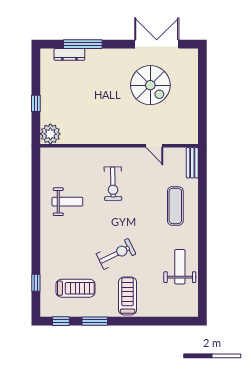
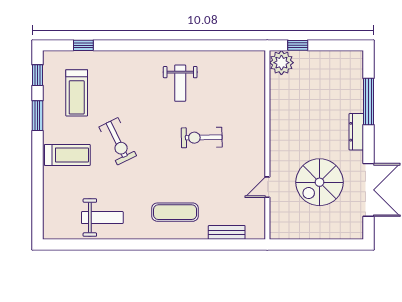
dresser: (69, 54) -> (356, 132), moved
plant: (50, 134) -> (281, 63), moved
wall: (119, 146) -> (267, 145), moved
door: (154, 146) -> (267, 187), moved

